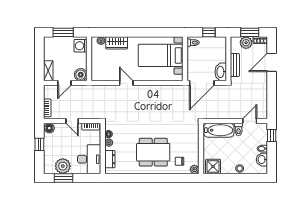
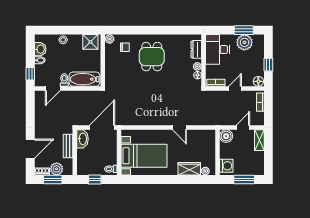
door: (72, 121) -> (235, 89), hinge flipped
dining table: (153, 152) -> (152, 57), width x0.73

